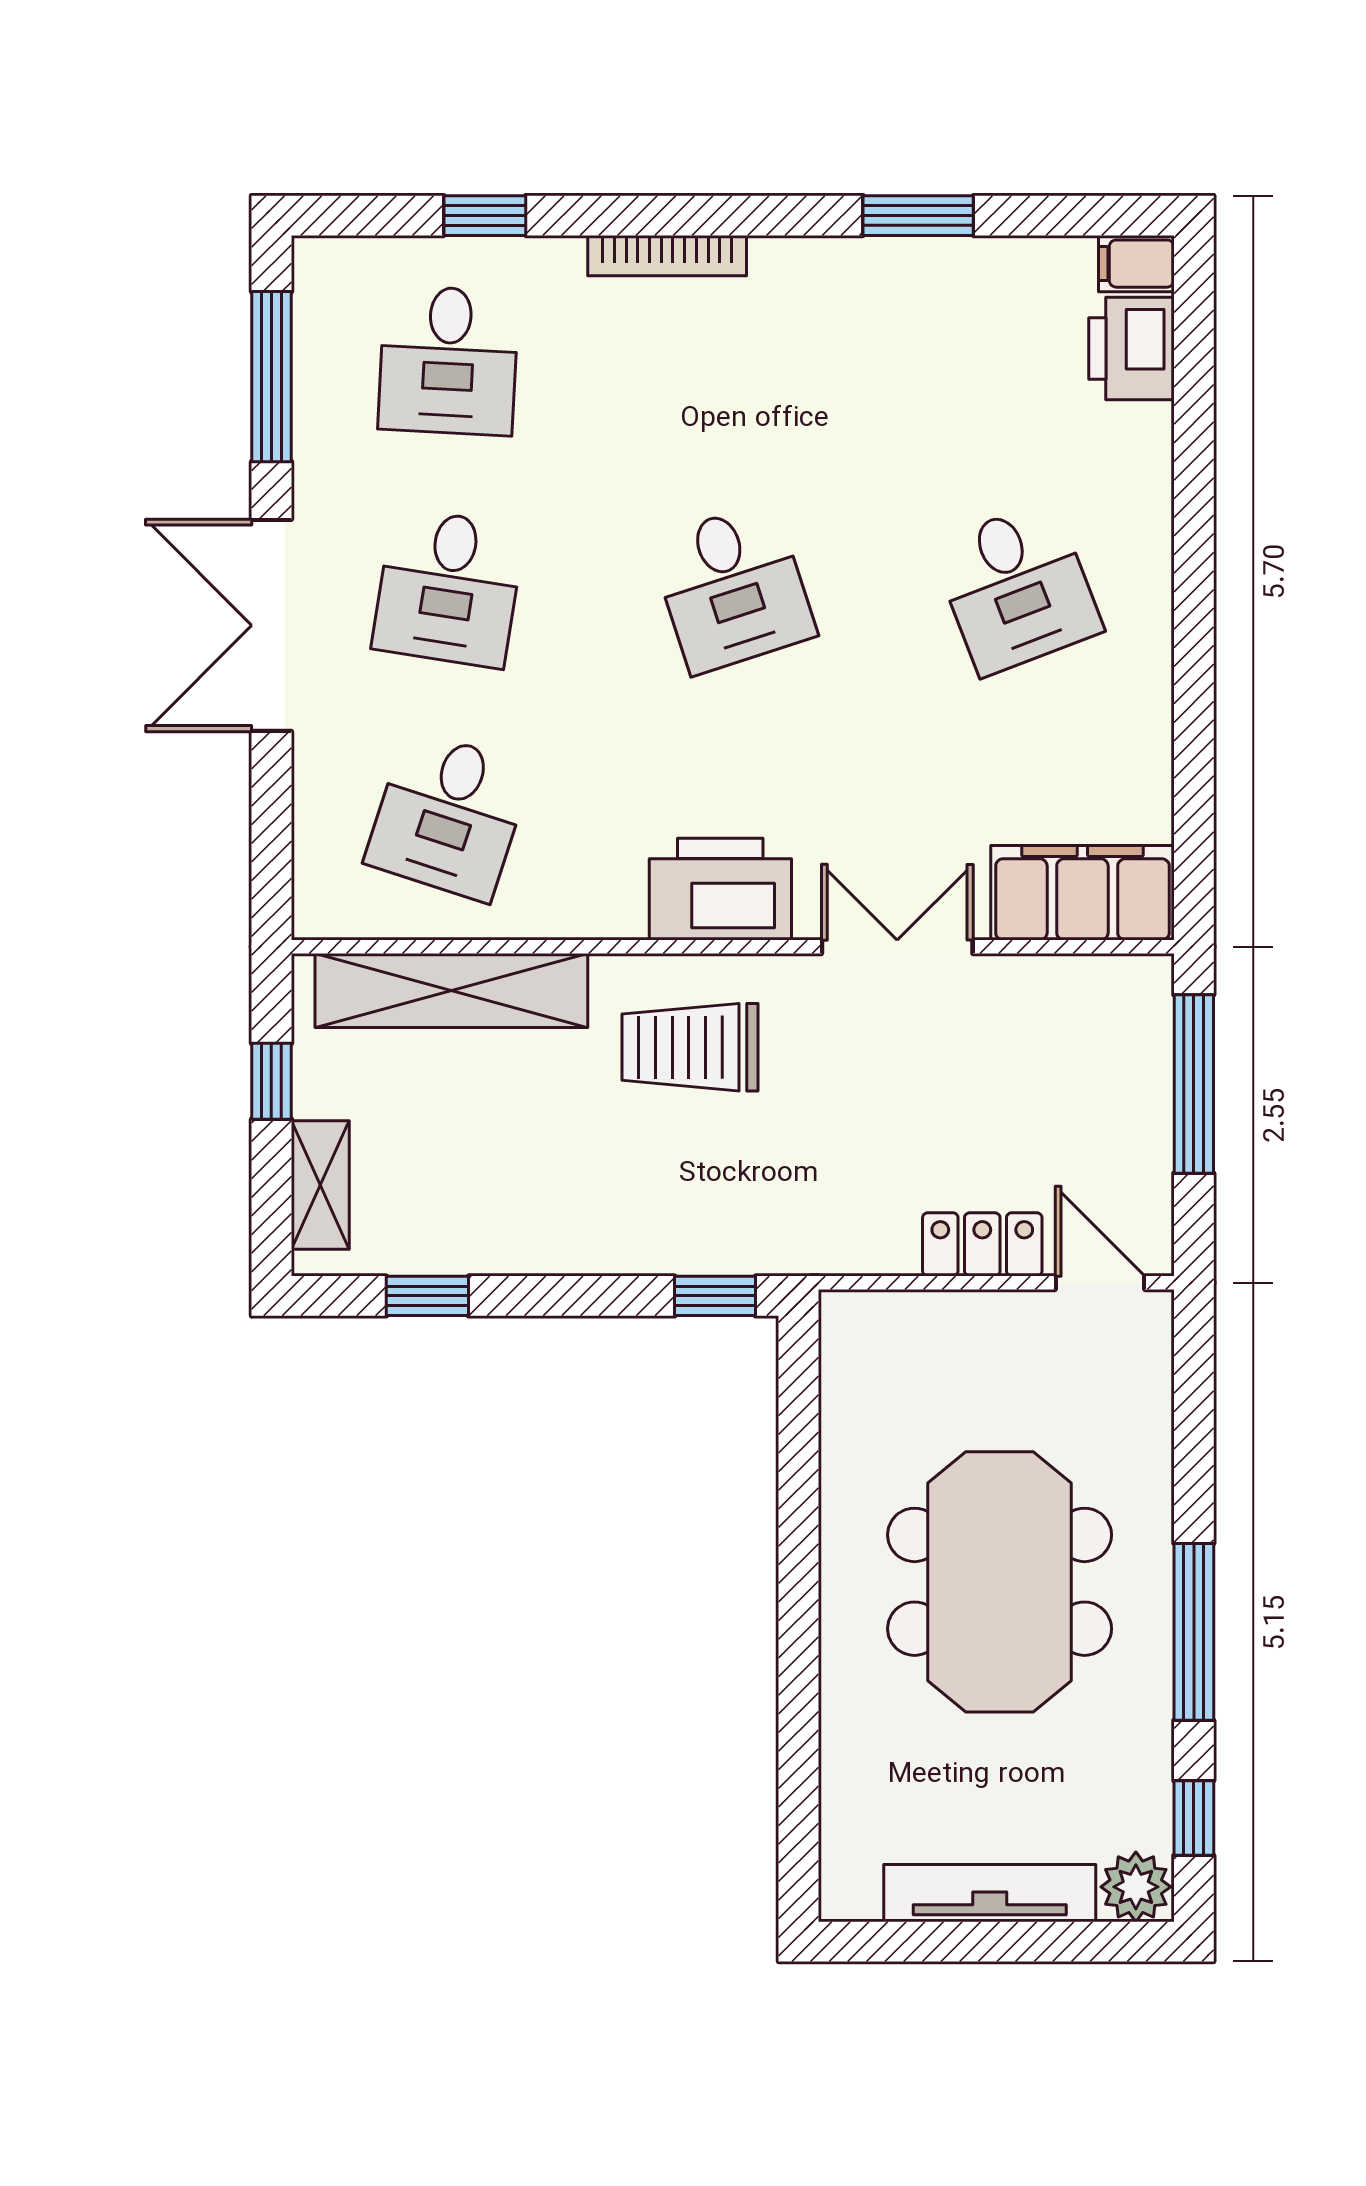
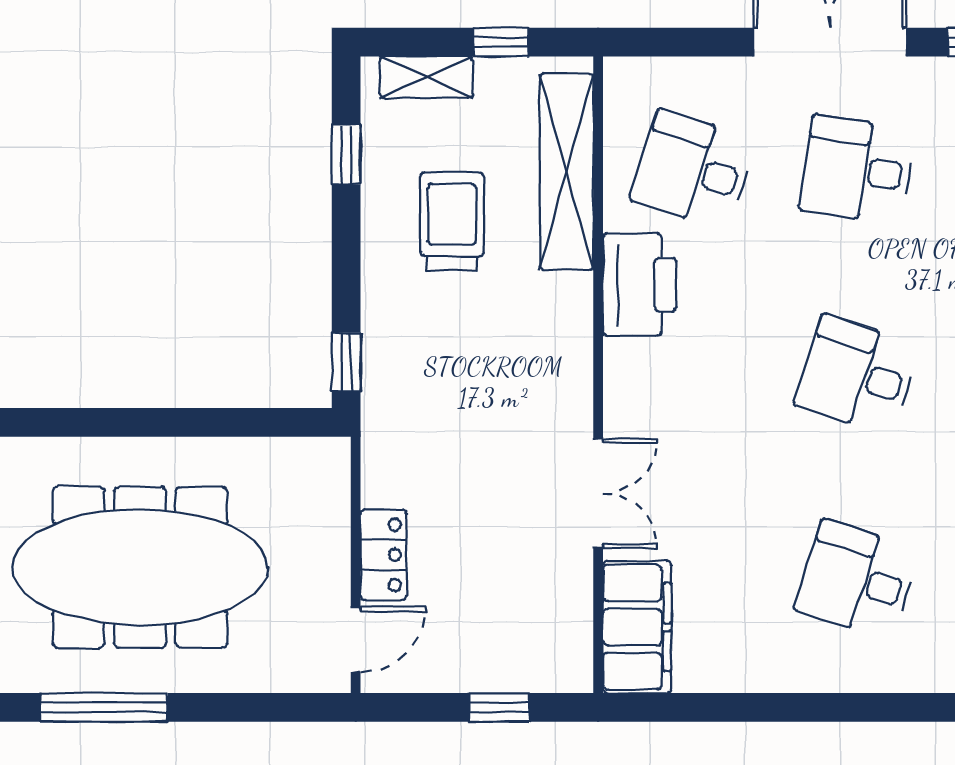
desk: (733, 588) -> (857, 375), turned 36
desk: (1017, 588) -> (857, 580), turned 39
printer: (720, 889) -> (640, 285), moved
trolley: (690, 1047) -> (452, 221), moved
window: (1194, 1084) -> (499, 707), width x0.46
meeting table: (1000, 1582) -> (140, 567), width x1.36

